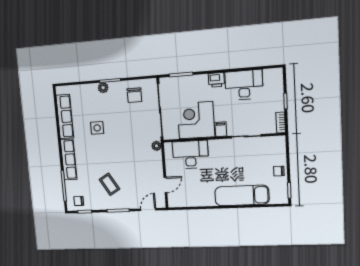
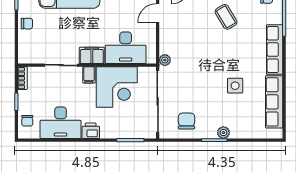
chair: (275, 84) -> (27, 121), added
filing cabinet: (219, 146) -> (92, 55), added

